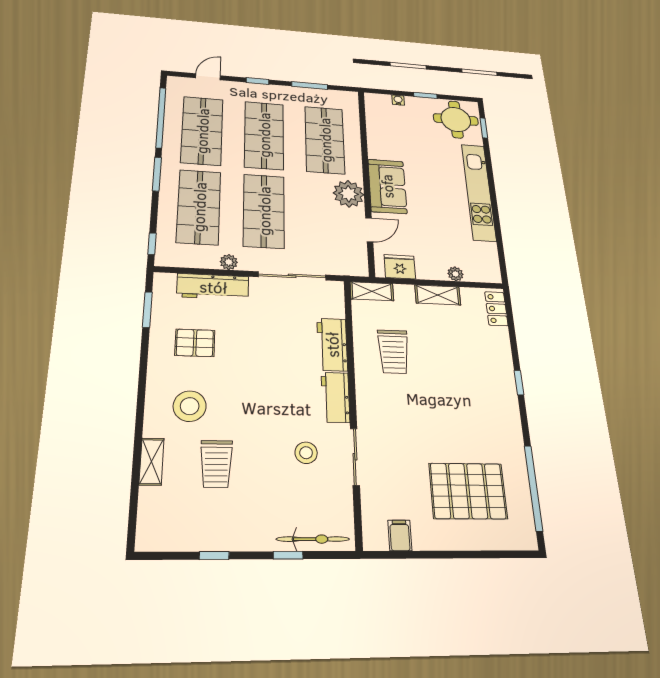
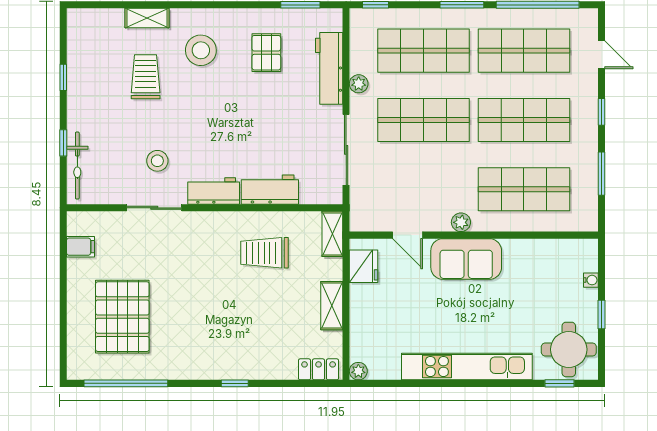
plant: (348, 194) -> (461, 222), width x0.53, depth x0.53
plant: (455, 274) -> (358, 371), moved
trolley: (216, 464) -> (146, 77), turned 90

